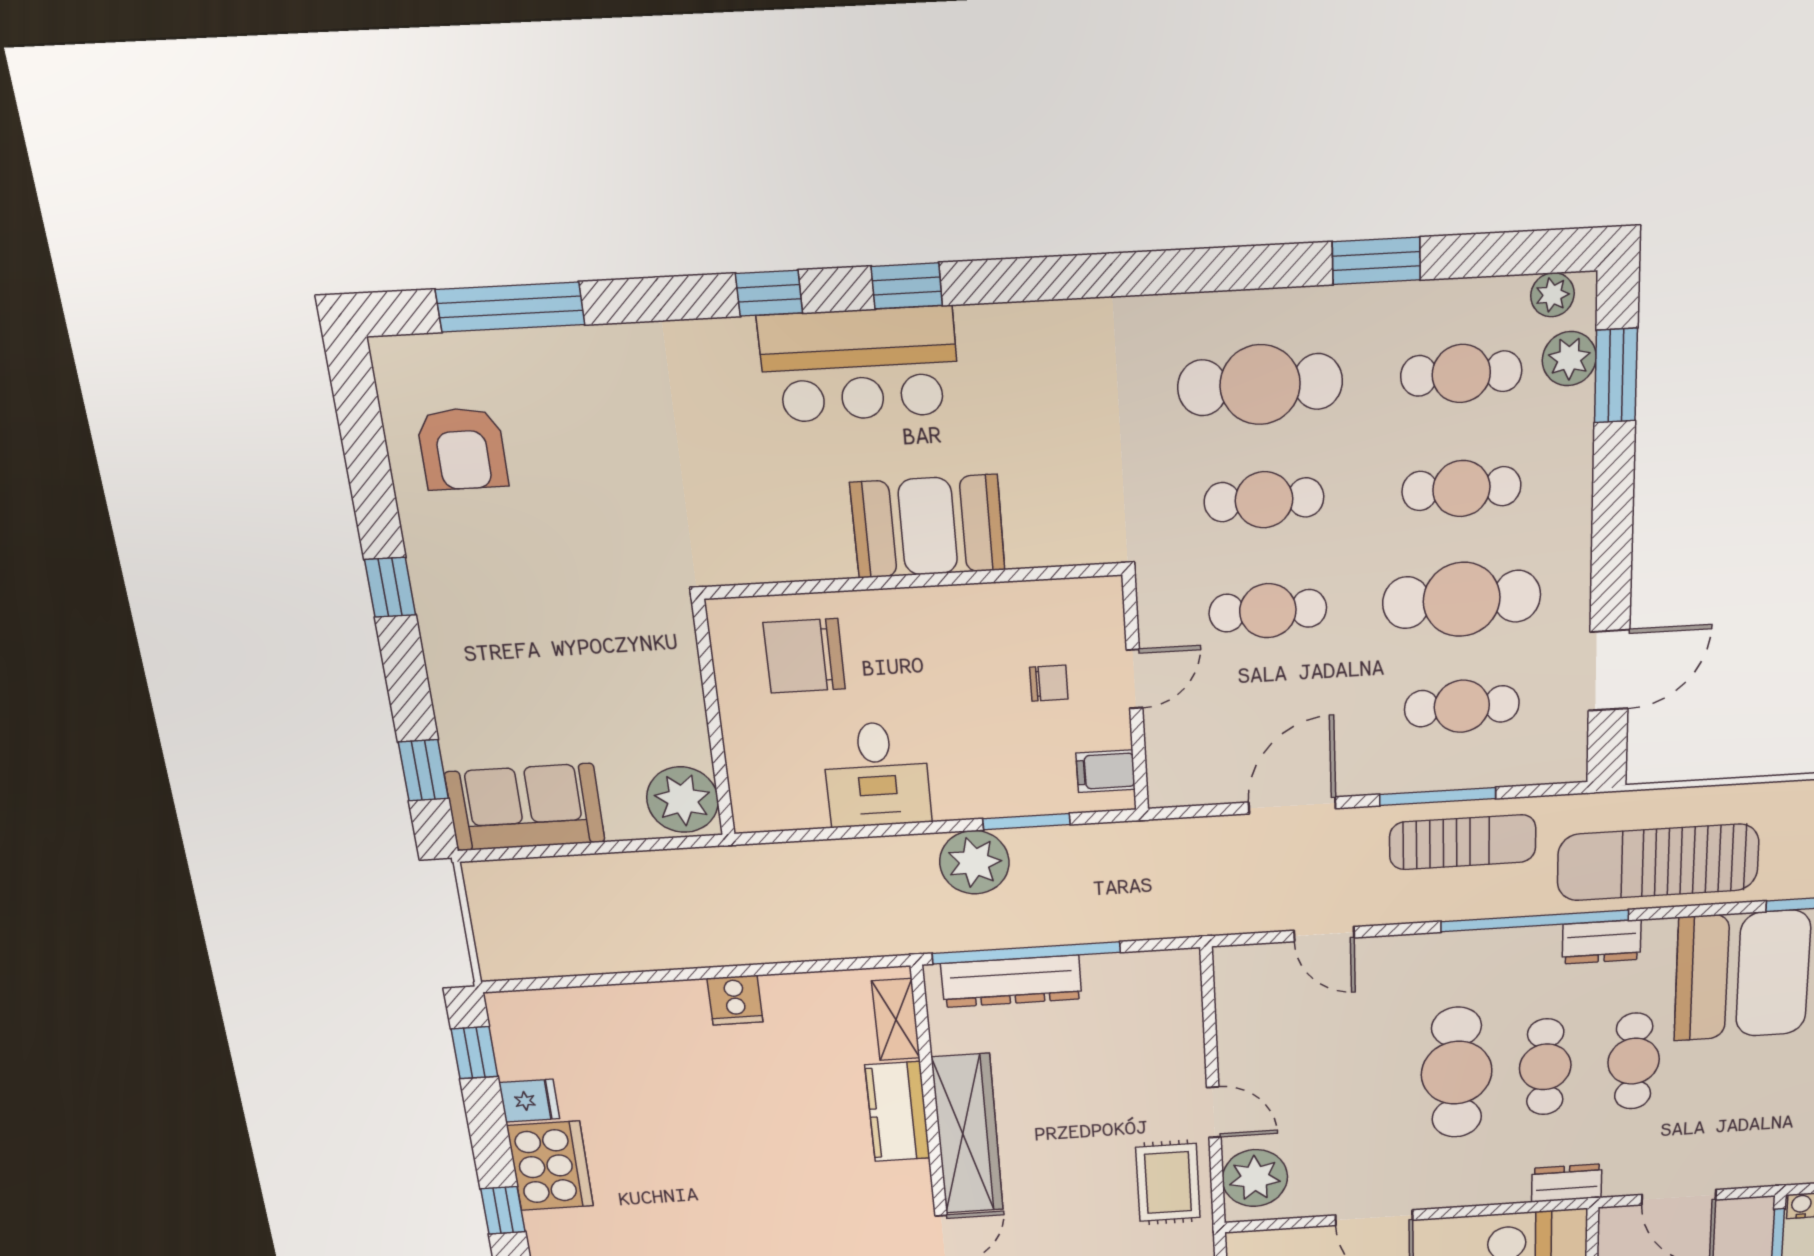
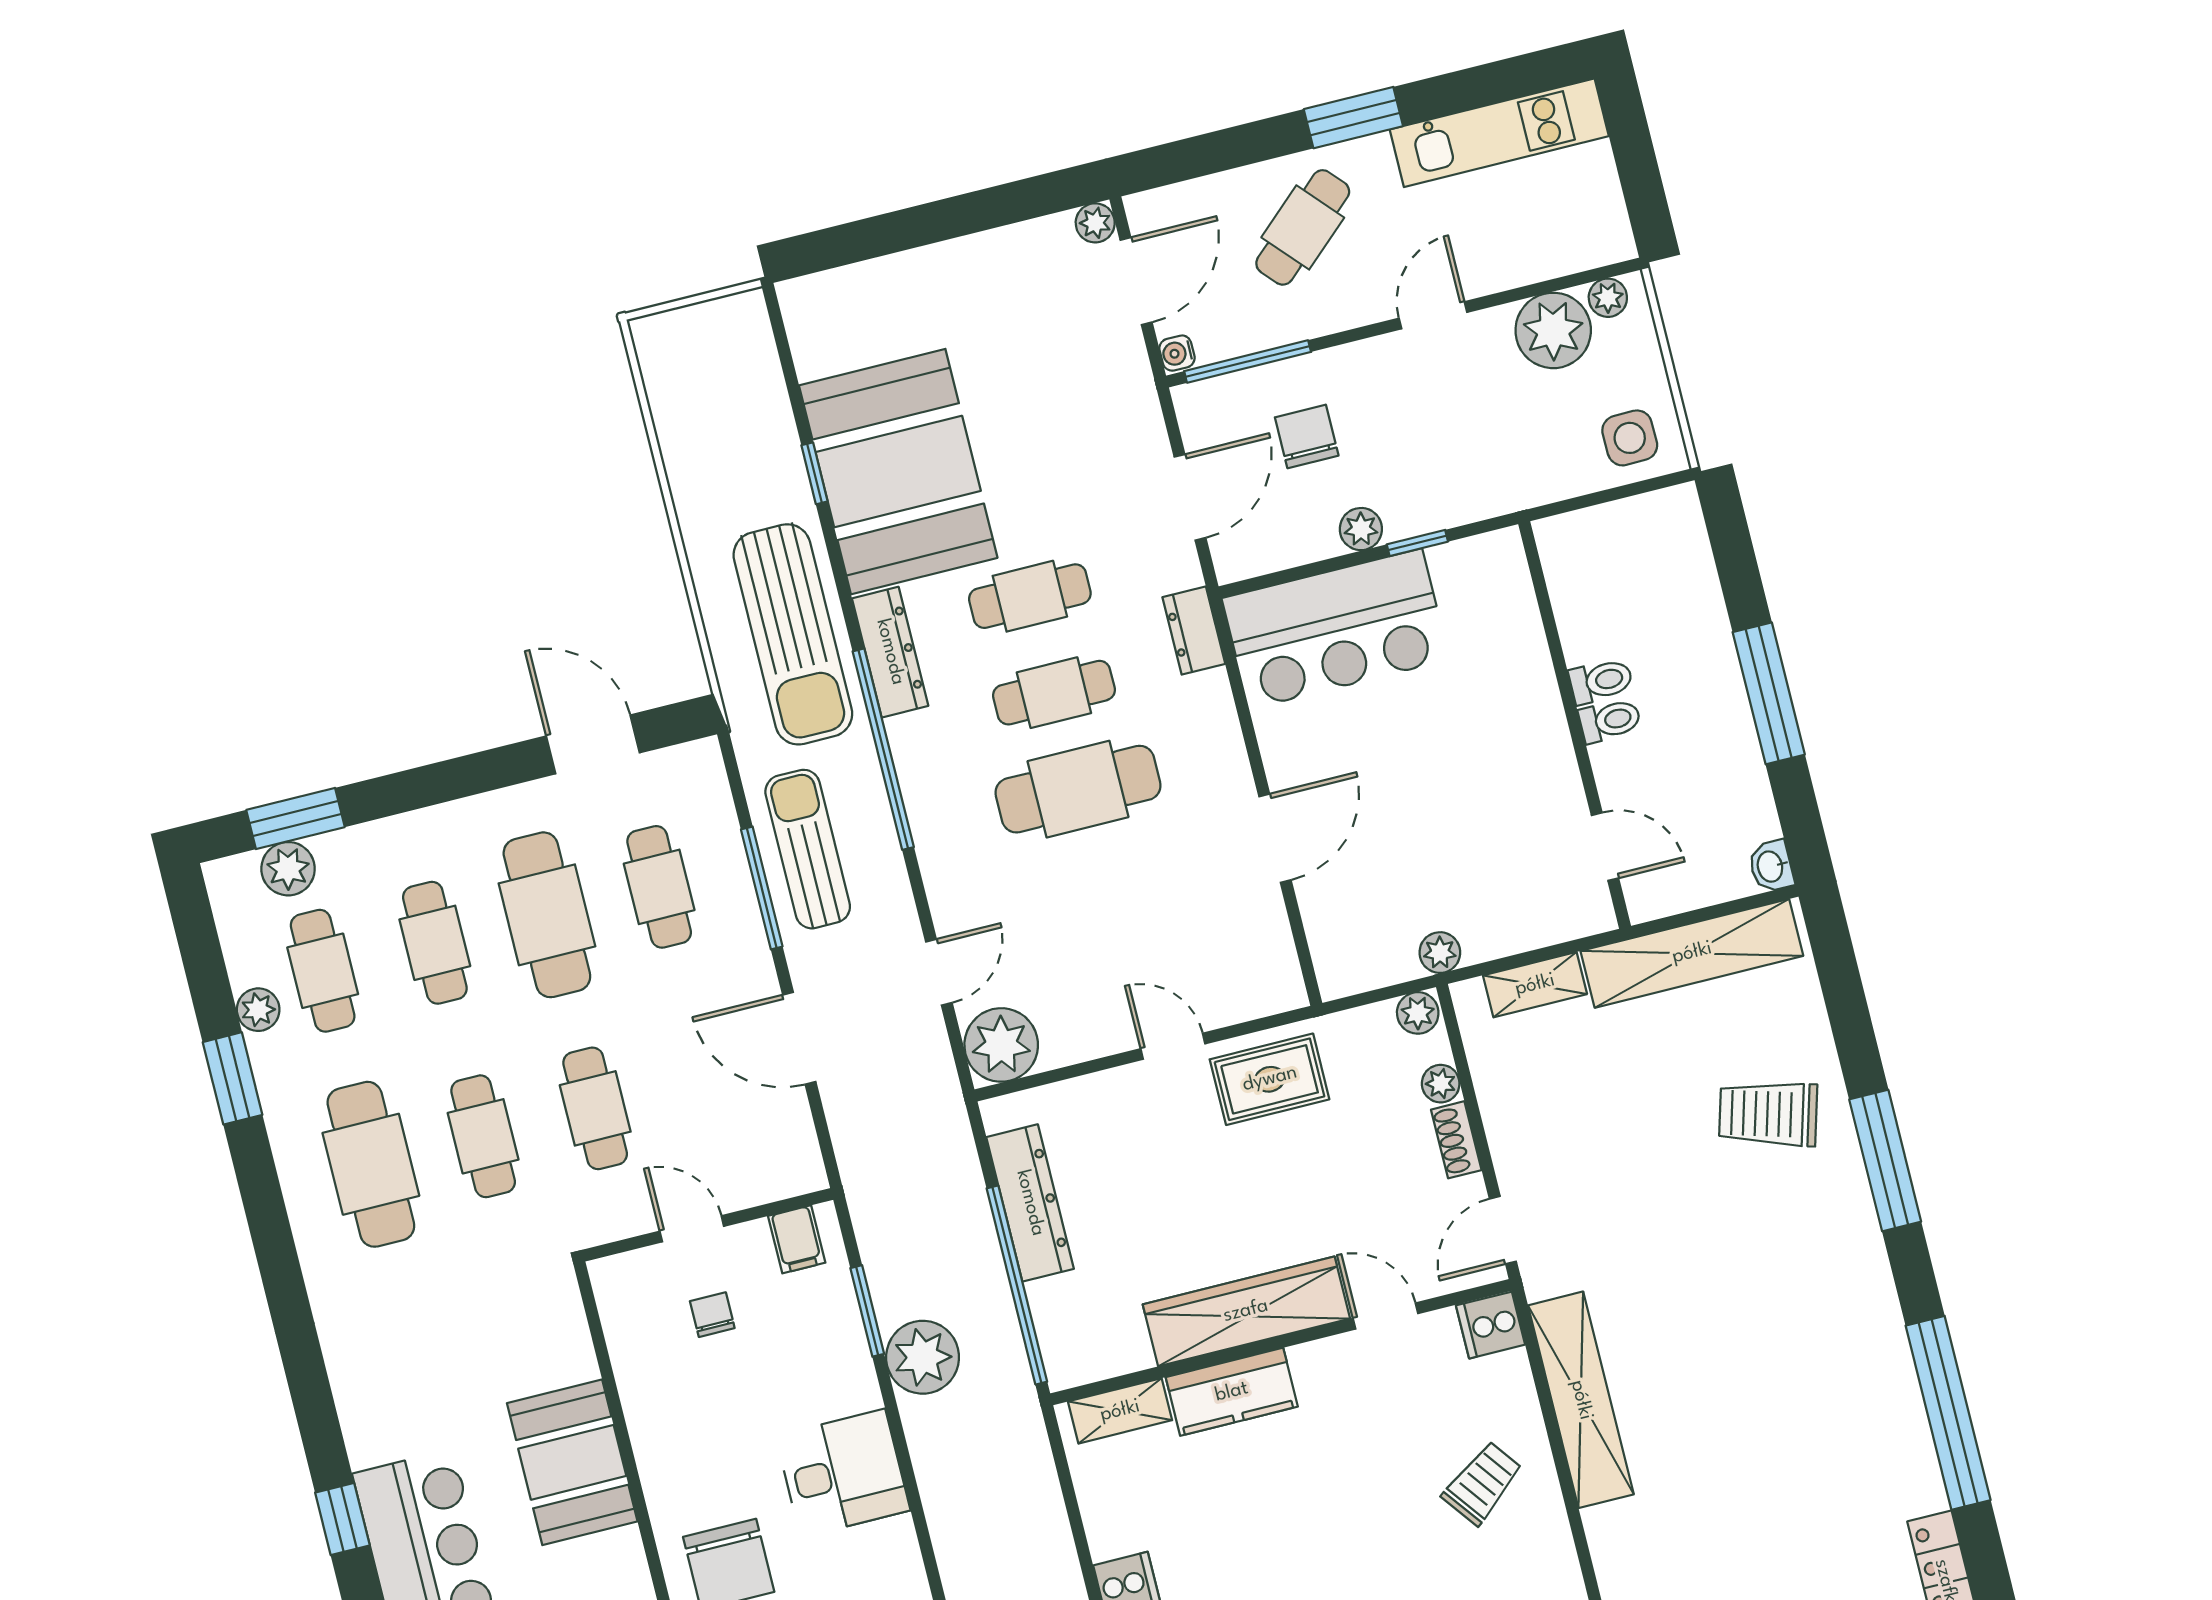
plant: (1552, 295) -> (258, 1010), moved
dresser: (1602, 942) -> (890, 652), width x1.44
dresser: (1011, 981) -> (1030, 1203), moved
door: (1214, 1112) -> (1173, 1046), hinge flipped
plant: (1255, 1178) -> (1001, 1045), moved

